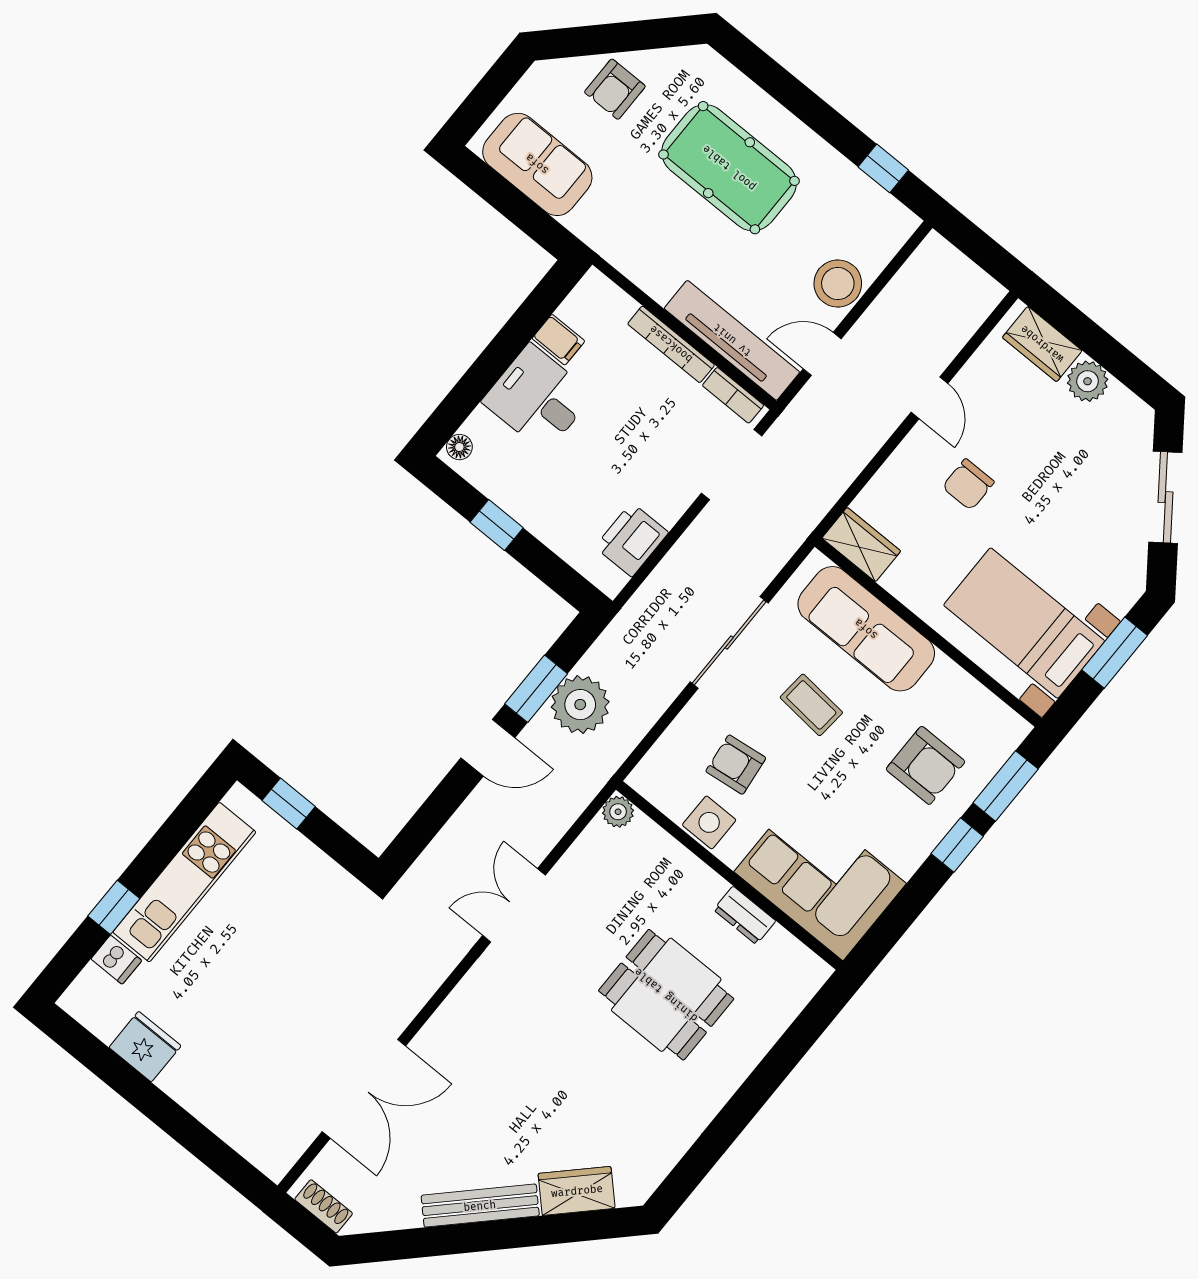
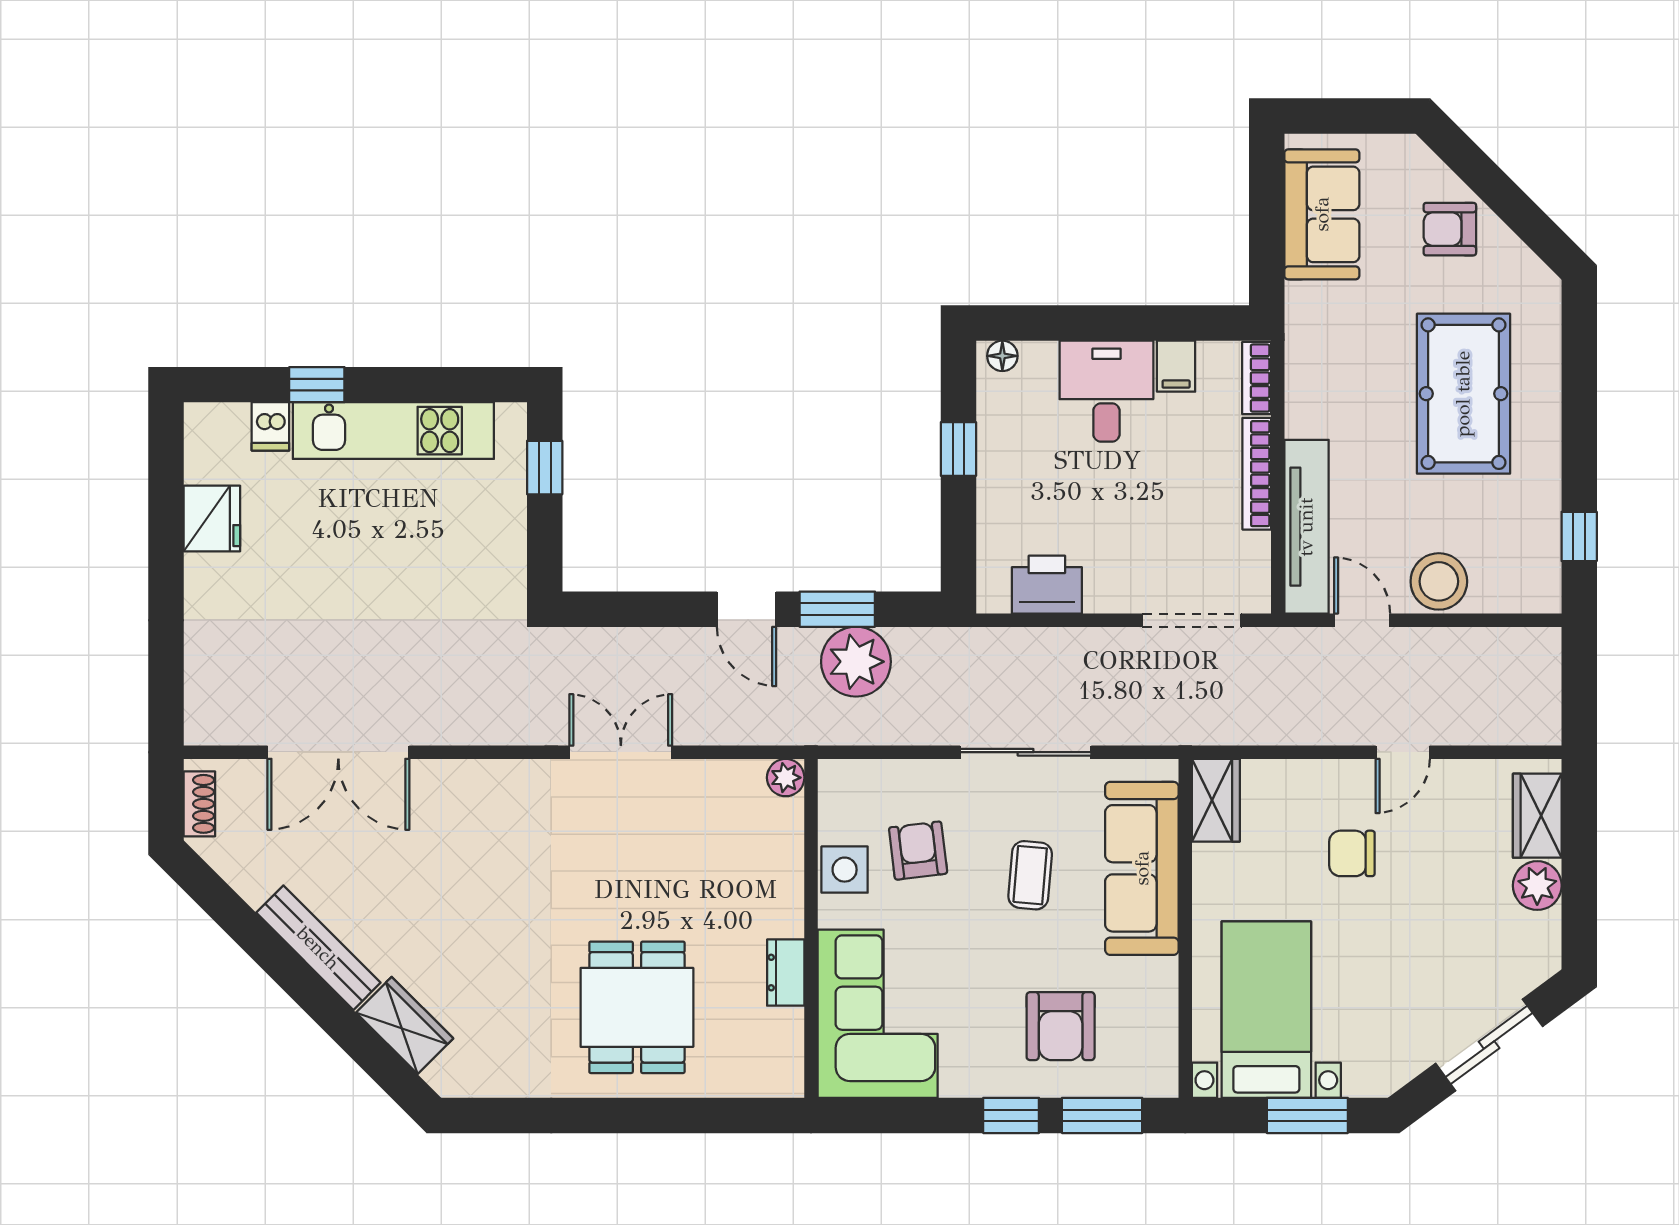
bookcase: (733, 395) -> (1257, 378), moved
dining table: (666, 995) -> (637, 1007), moved

